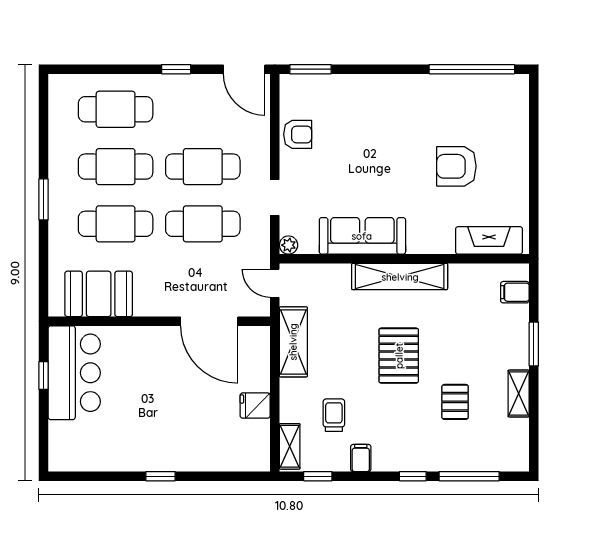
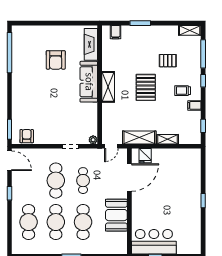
door: (244, 69) -> (9, 161), hinge flipped
armchair: (298, 134) -> (27, 136), moved
cafe table: (203, 224) -> (83, 181), width x0.73, depth x0.74
sofa: (362, 236) -> (89, 82), moved
shelving: (400, 277) -> (108, 87), width x0.68
booth: (99, 294) -> (116, 215), moved
pallet: (399, 356) -> (146, 87), turned 90
shelving: (519, 394) -> (190, 30), moved
fridge: (255, 406) -> (145, 156), moved
trolley: (334, 415) -> (183, 91), moved
shelving: (290, 446) -> (168, 139), moved

